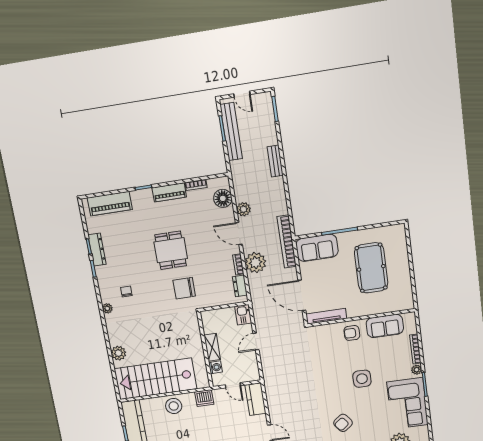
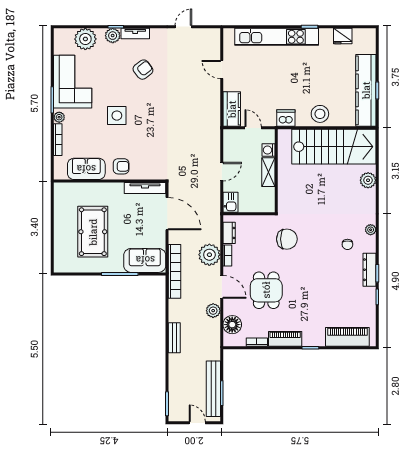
bench: (275, 161) -> (174, 338), moved
dresser: (97, 250) -> (369, 270), moved
dining table: (171, 250) -> (266, 290), moved

